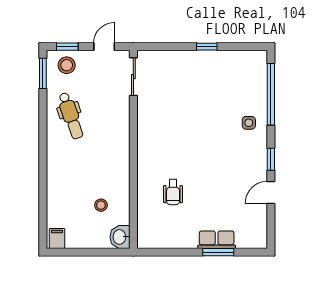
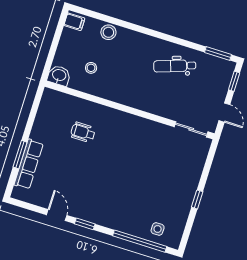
stool: (67, 65) -> (108, 32), moved
side table: (249, 123) -> (158, 229), moved
row of seats: (217, 240) -> (29, 164), width x1.48

